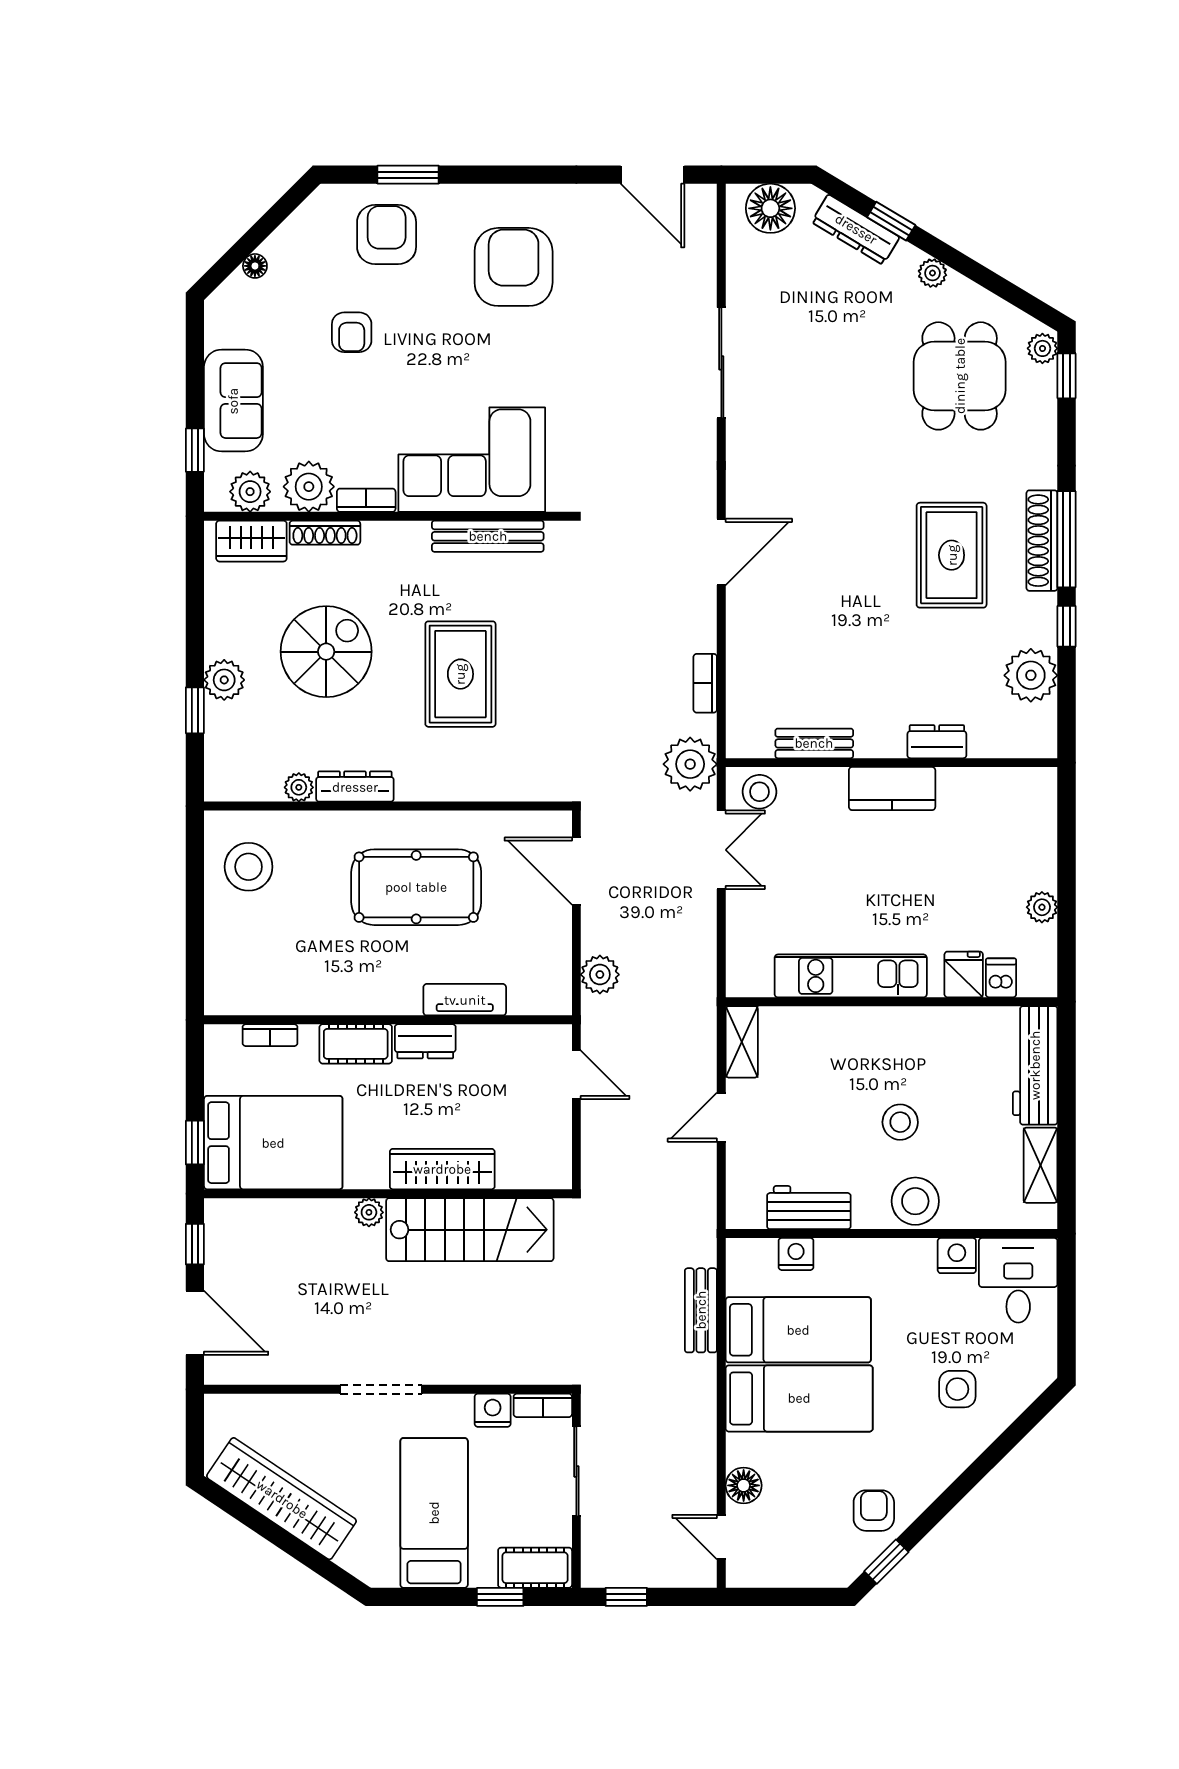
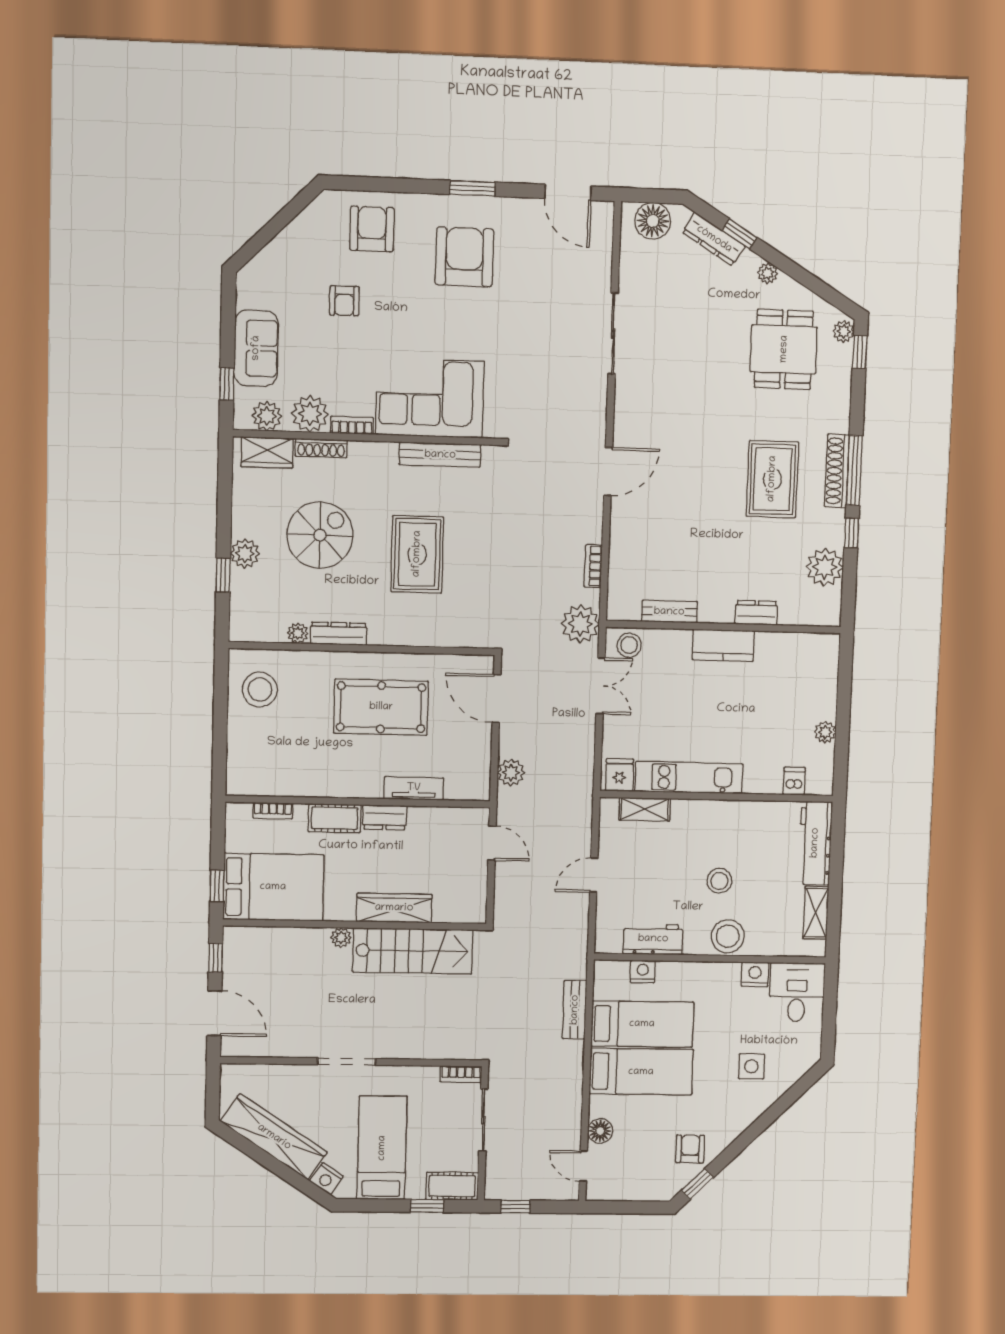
window: (408, 175) -> (472, 188), moved
floor lamp: (255, 266) -> (274, 249), removed
fridge: (964, 974) -> (619, 775), moved
shelving: (742, 1042) -> (645, 809), moved, turned 90
nightstand: (493, 1410) -> (326, 1179), moved, turned -146

